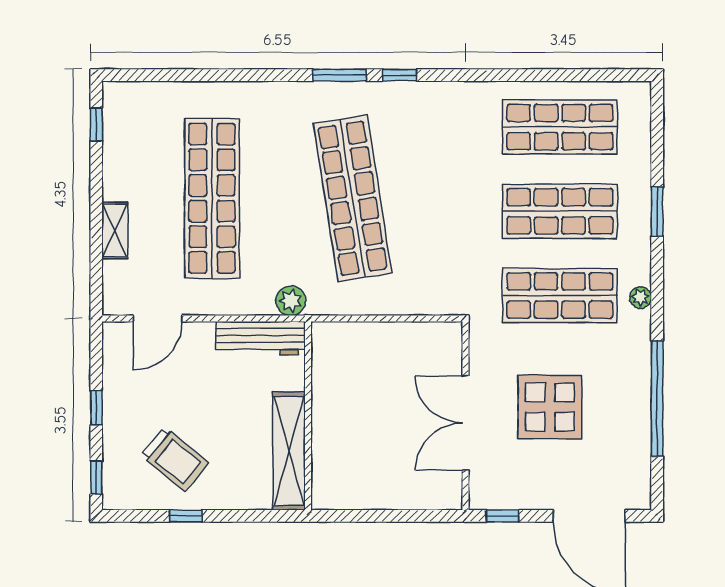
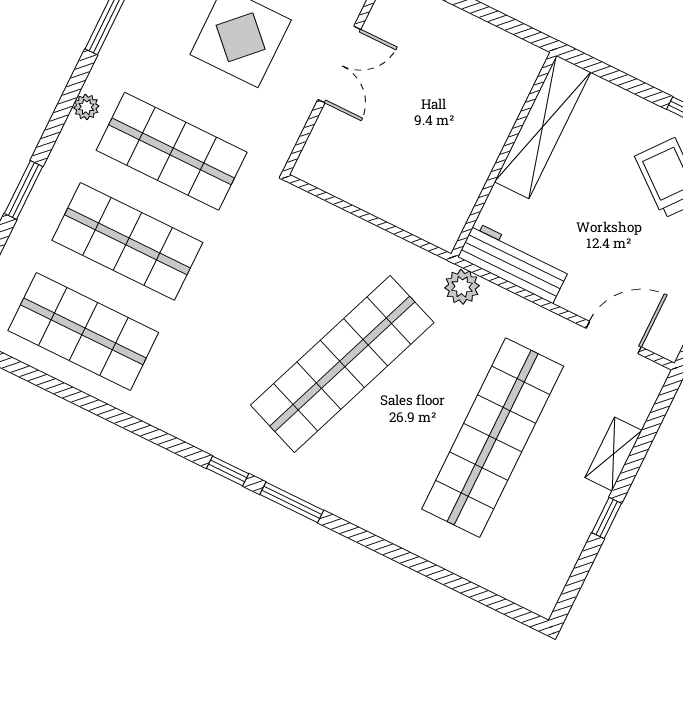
window: (96, 124) -> (607, 518), moved
shop shelf: (353, 198) -> (342, 364), turned 30
double door: (465, 423) -> (339, 64), width x0.73

